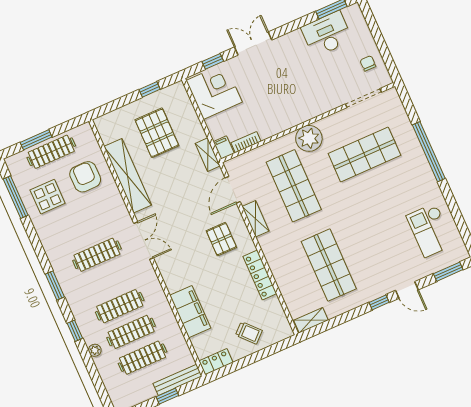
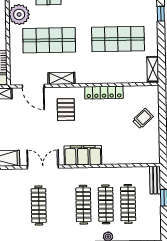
pallet: (221, 239) -> (66, 110), turned 90
filing cabinet: (190, 312) -> (83, 155), moved
locker: (216, 362) -> (154, 151), removed
bench: (177, 380) -> (155, 180), width x0.73

